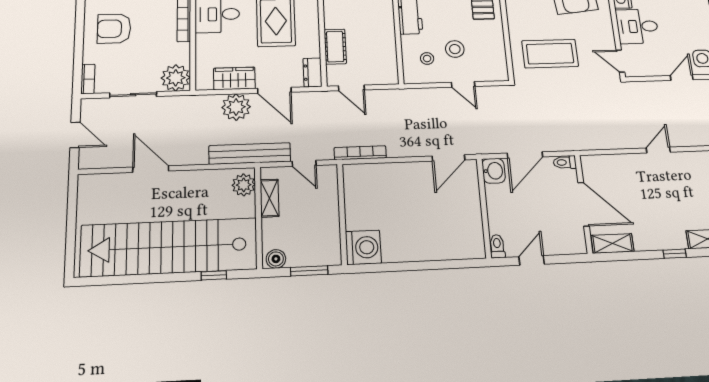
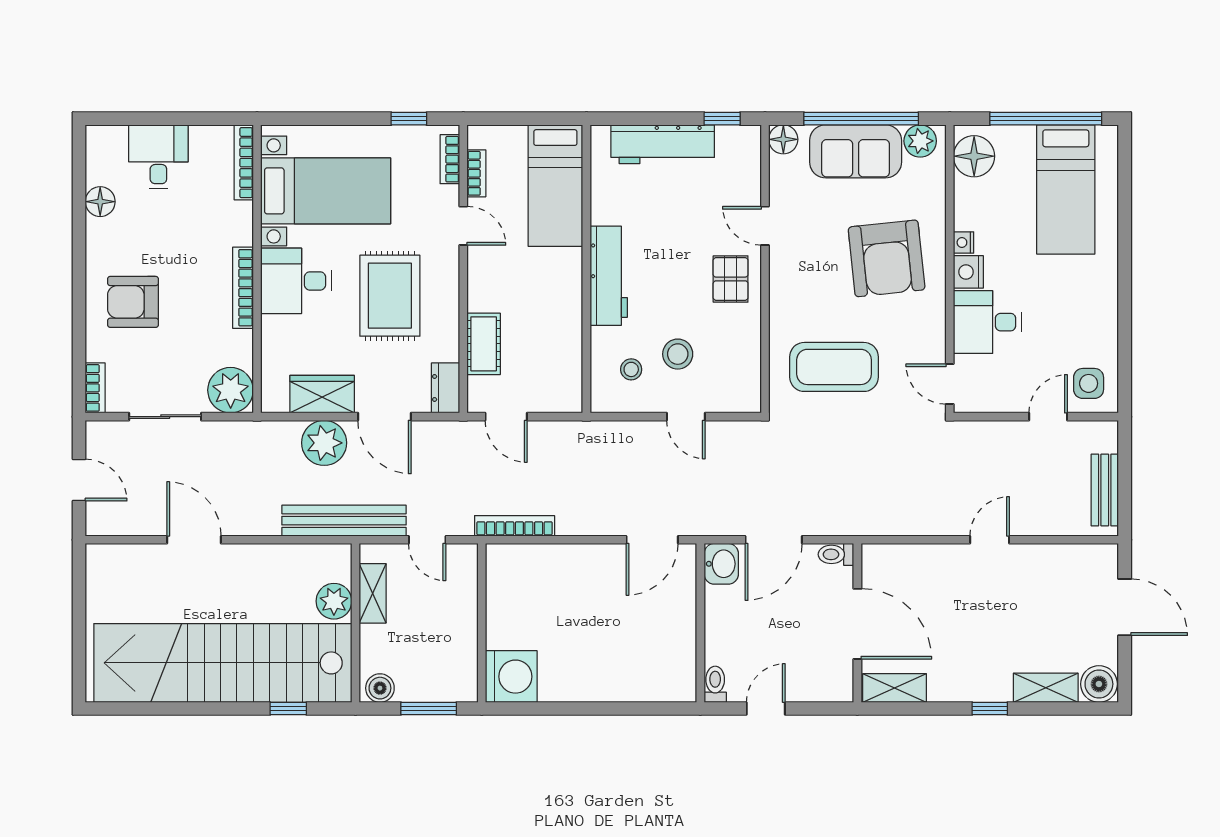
plant: (244, 185) -> (334, 601), moved

